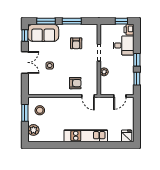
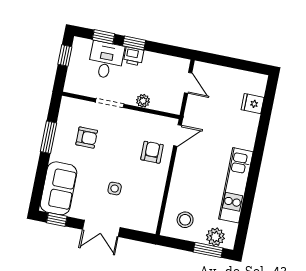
window: (46, 21) -> (40, 180), removed
printer: (129, 30) -> (134, 56), moved
double door: (25, 62) -> (101, 228), swing flipped
window: (137, 79) -> (103, 37), moved
window: (25, 113) -> (208, 250), moved
kitchen unit: (86, 136) -> (236, 185), moved
fridge: (127, 136) -> (253, 104), moved

